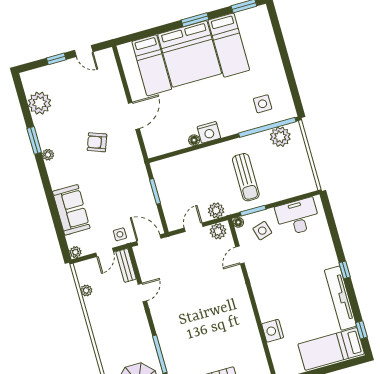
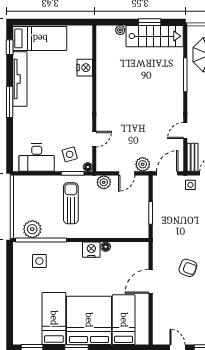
plant: (218, 231) -> (143, 164), moved
door: (149, 240) -> (167, 173), swing flipped
window: (345, 270) -> (10, 102), width x2.17

